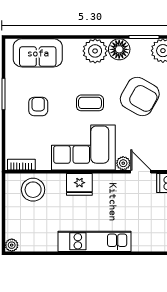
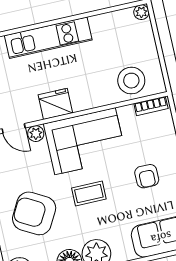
fridge: (79, 184) -> (55, 104), moved

